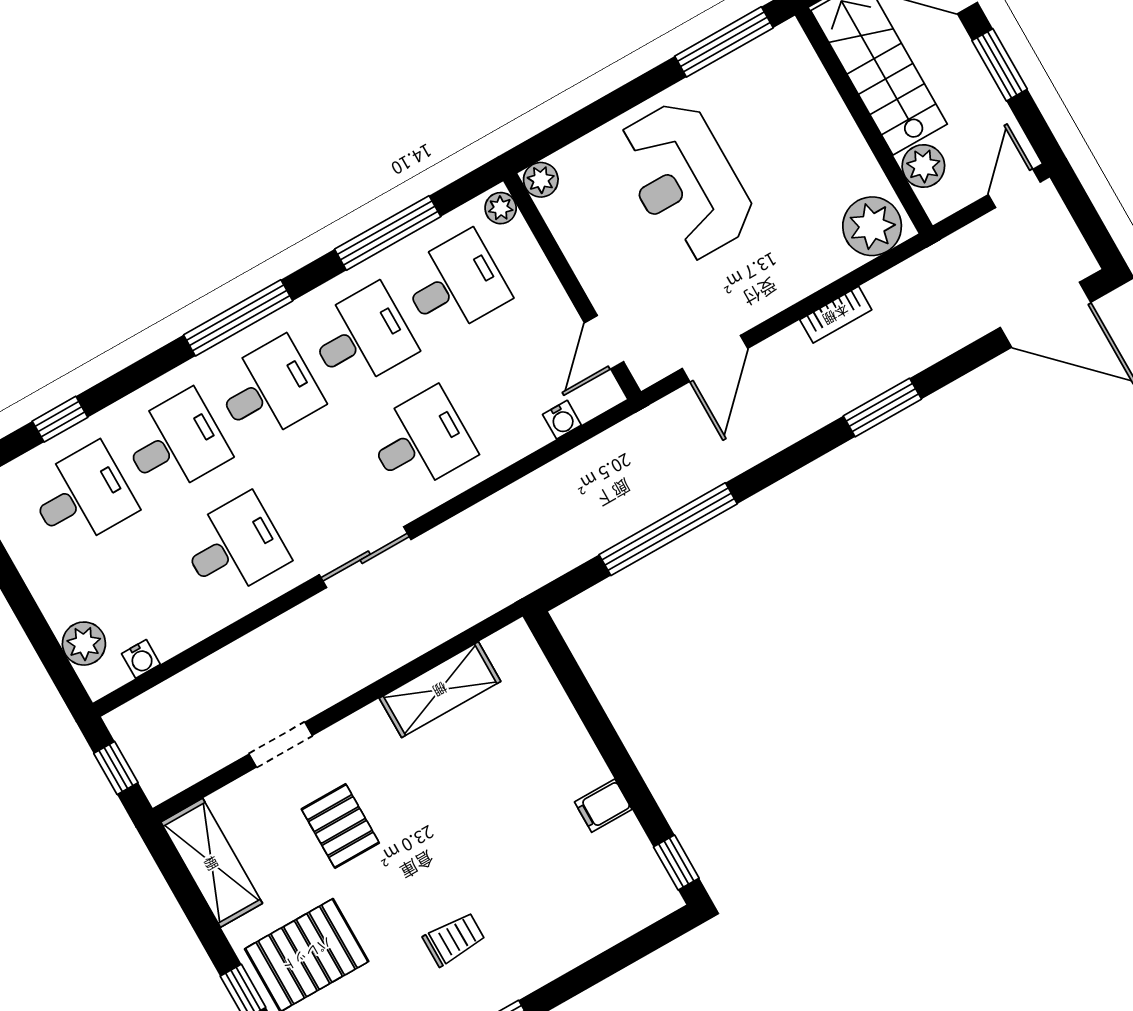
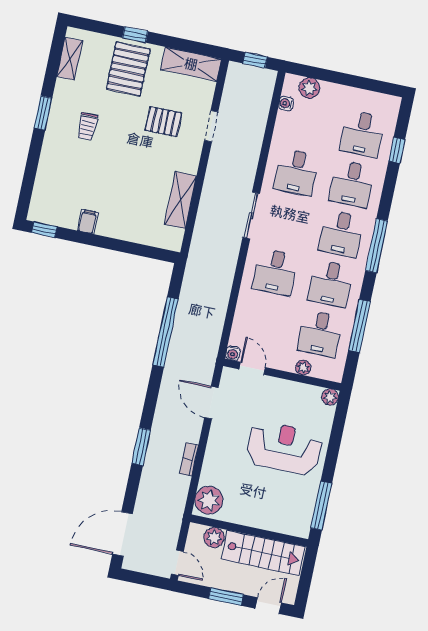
plant: (501, 208) -> (303, 368), moved
water cooler: (562, 420) -> (233, 353), moved, turned -90

